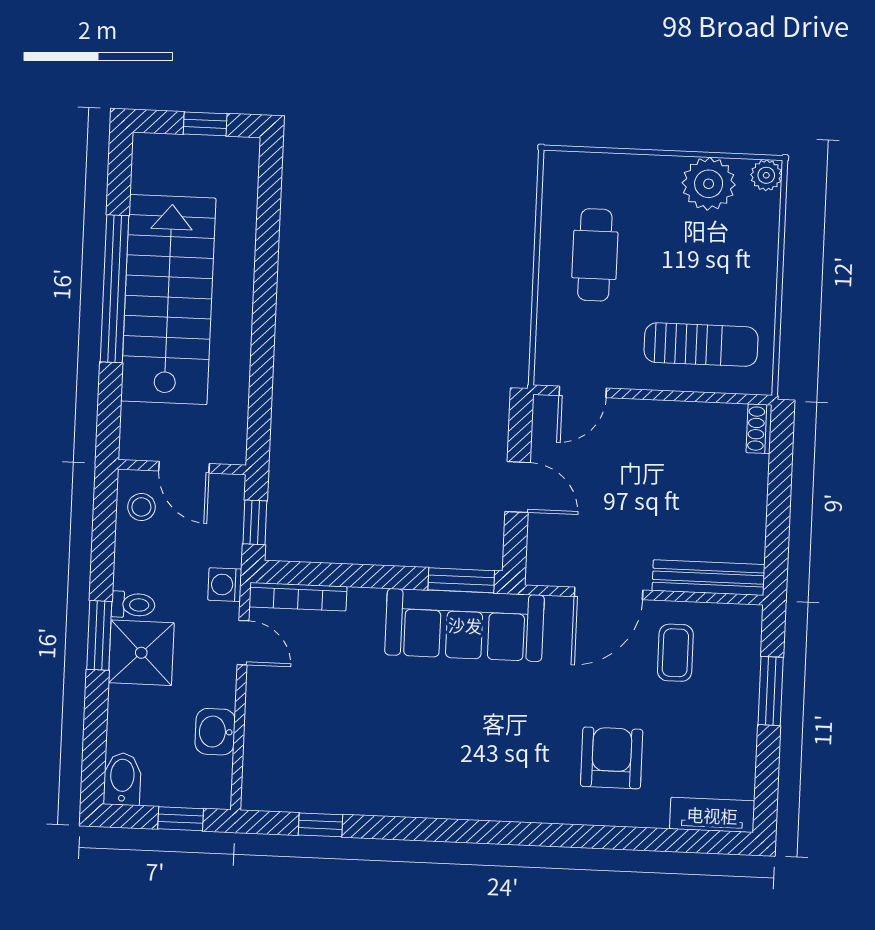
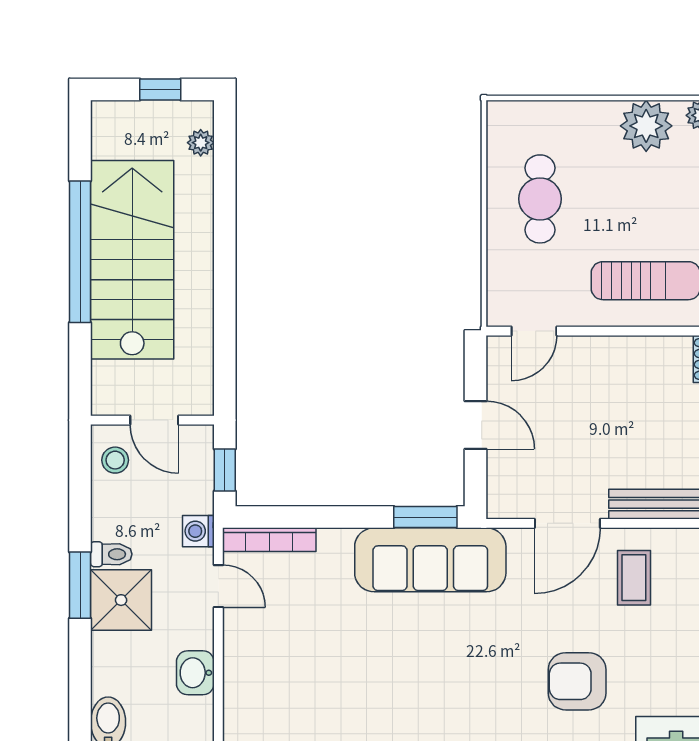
plant: (245, 181) -> (201, 143), added
armchair: (612, 758) -> (577, 681), turned -90

